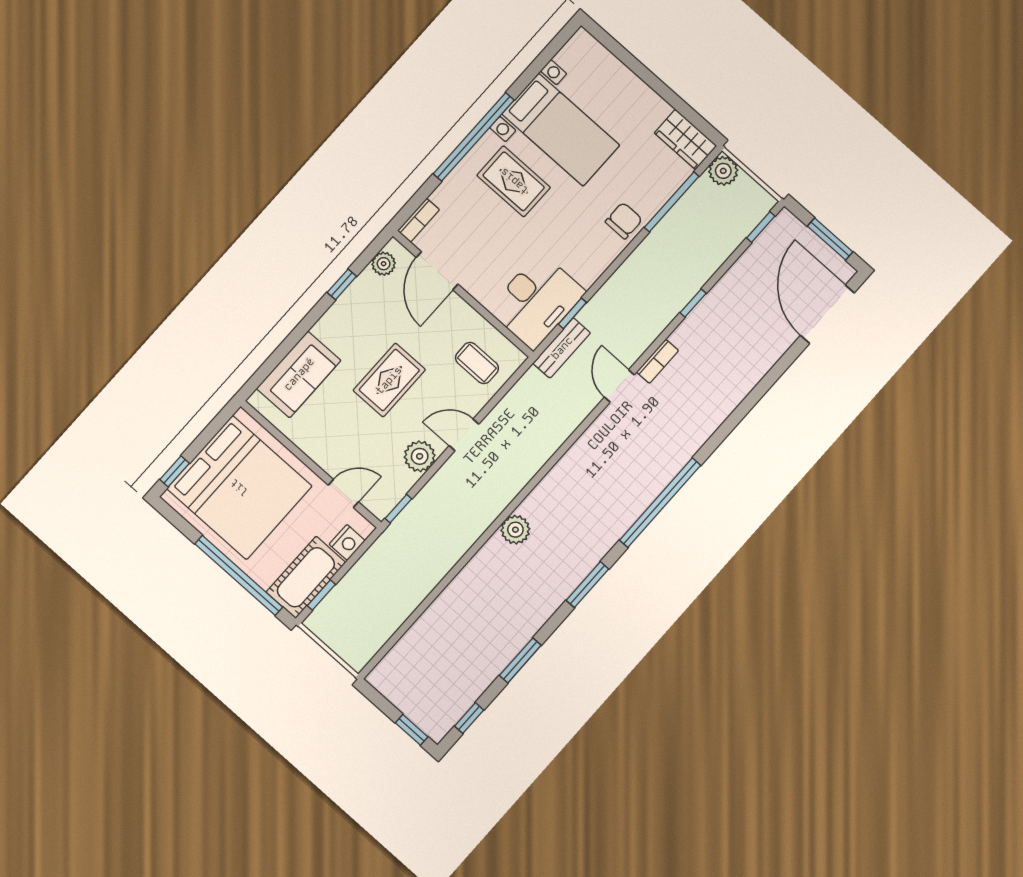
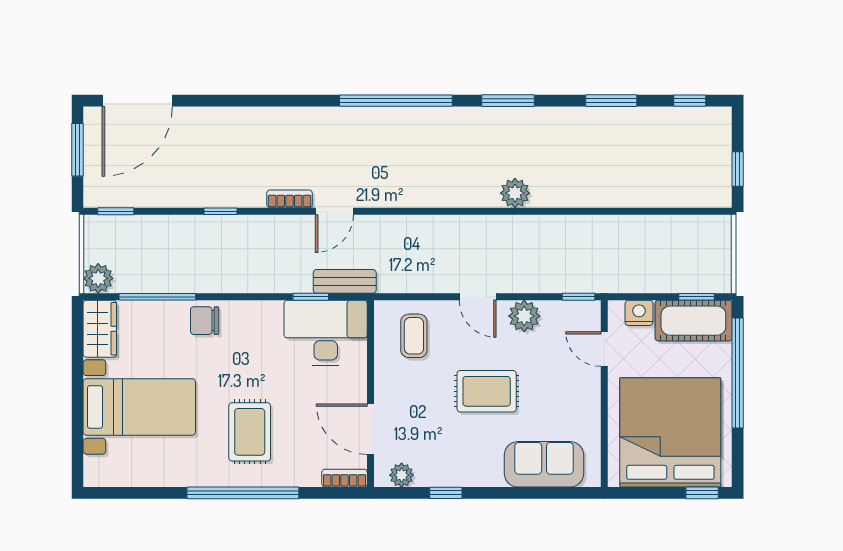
bed with nightstands: (561, 130) -> (139, 407), moved, turned 90
door: (437, 271) -> (371, 429), swing flipped
window: (412, 730) -> (738, 169), moved

